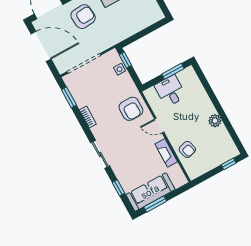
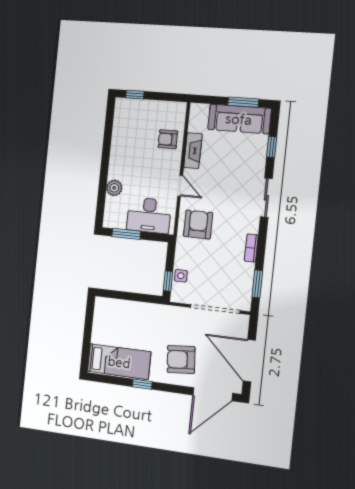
desk: (170, 91) -> (149, 215), width x1.37
plant: (215, 121) -> (114, 188), moved
armchair: (187, 149) -> (168, 139), turned -74

